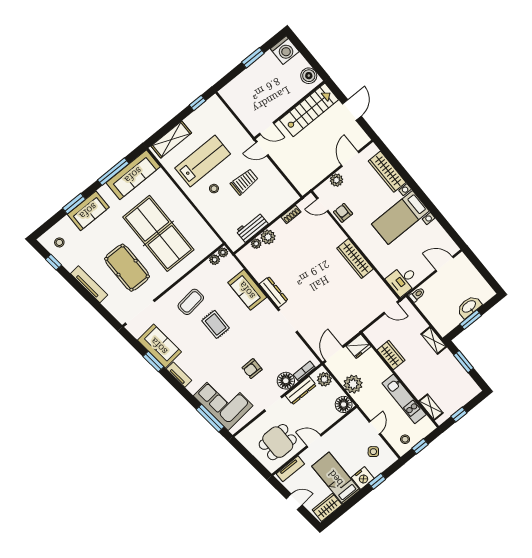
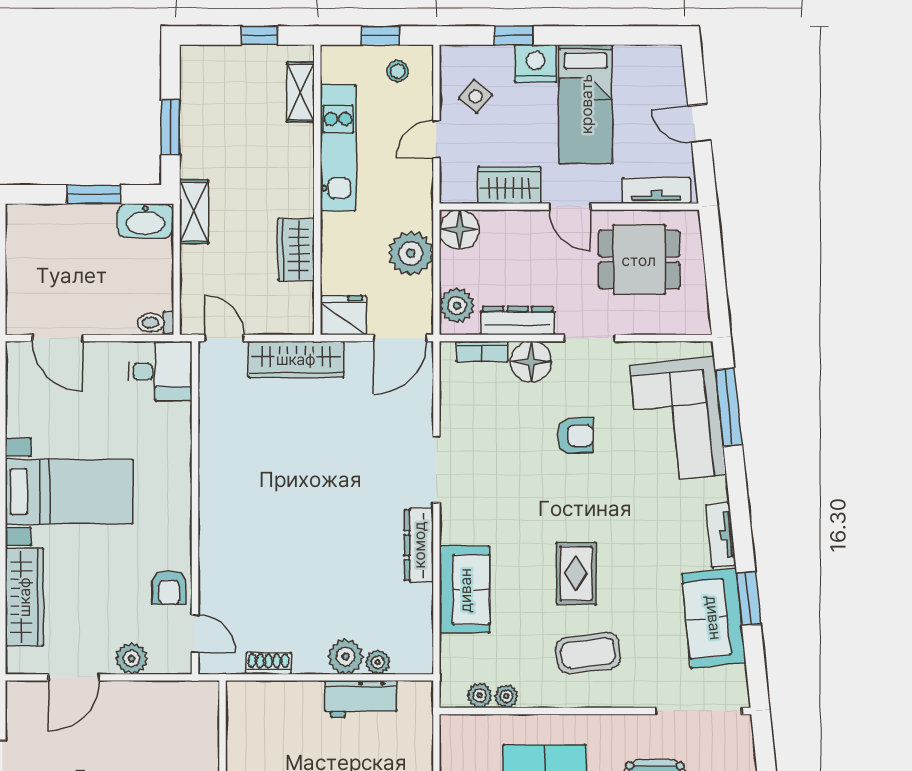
plant: (223, 252) -> (506, 696), moved
wardrobe: (355, 259) -> (296, 359), moved, turned 90
washbasin: (469, 307) -> (145, 221), moved
wardrobe: (327, 507) -> (509, 185), moved, turned 180

